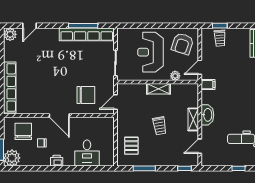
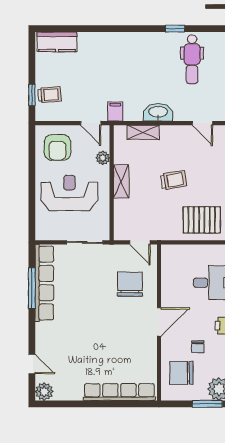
armchair: (183, 44) -> (57, 147), turned 72
reception desk: (150, 52) -> (69, 193), turned 180
shelving: (193, 119) -> (143, 132), moved
pallet: (131, 146) -> (202, 220), width x1.50, depth x1.42

